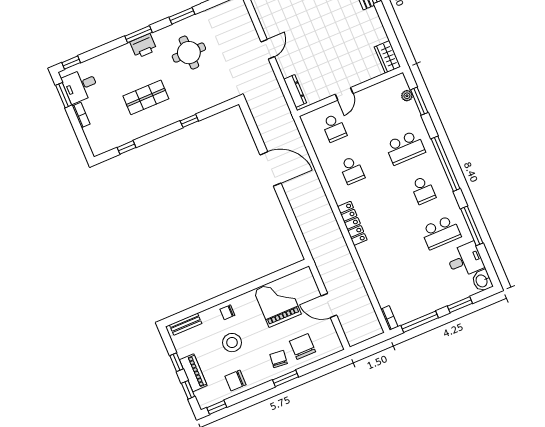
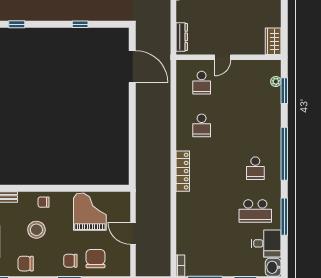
school desk: (405, 148) -> (255, 125), removed
door: (271, 169) -> (132, 67), moved
chair: (279, 359) -> (70, 261), turned -96

